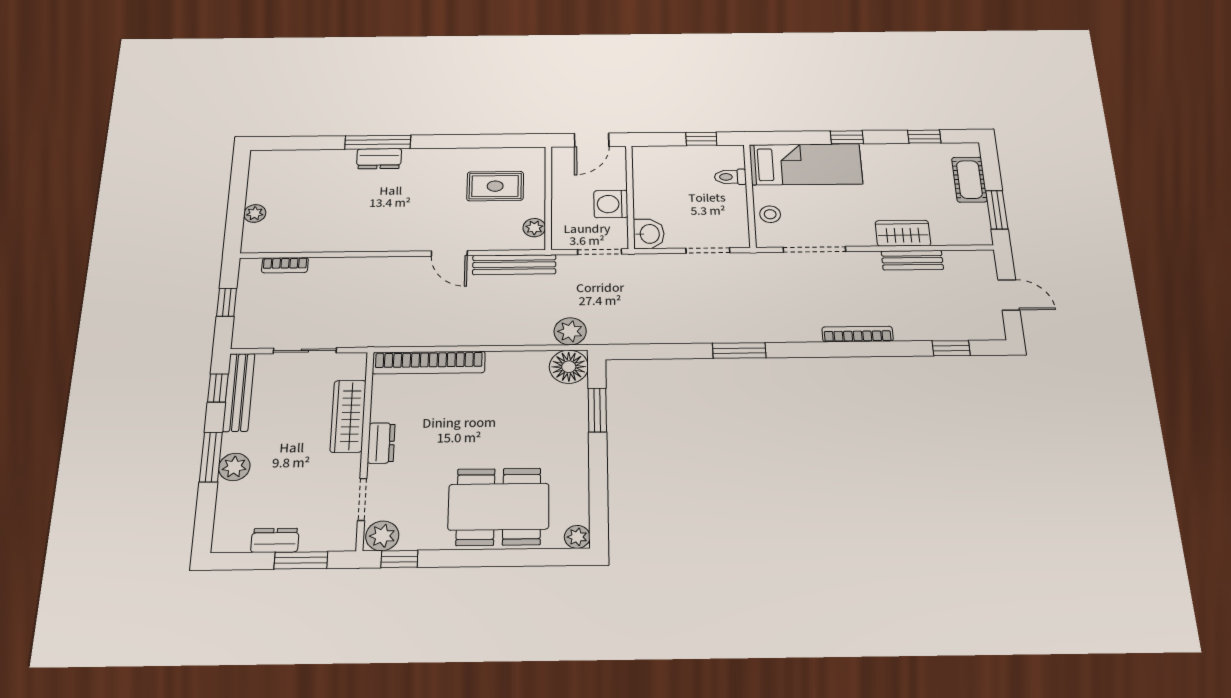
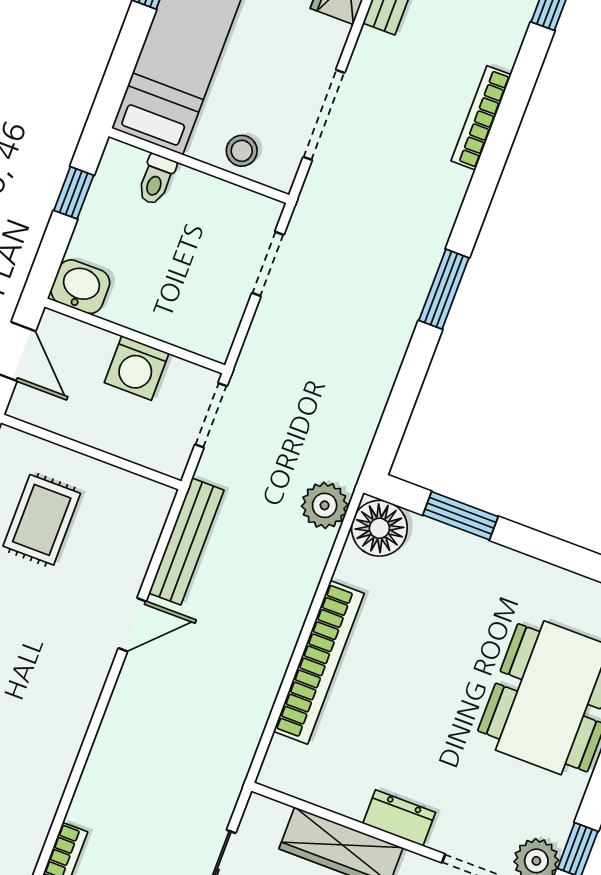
plant: (534, 228) -> (135, 491), removed
washbasin: (649, 234) -> (80, 287), moved
bookcase: (429, 363) -> (319, 662), moved

